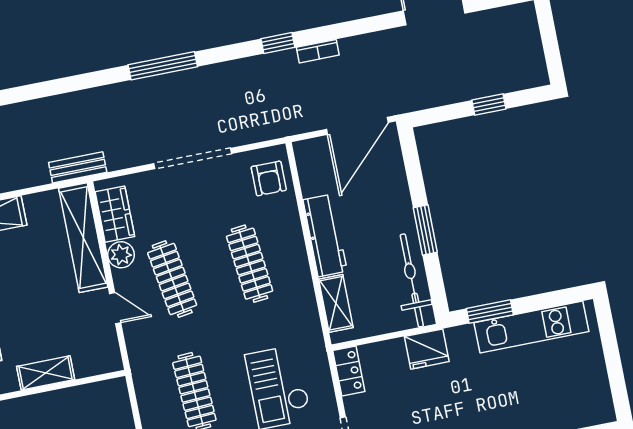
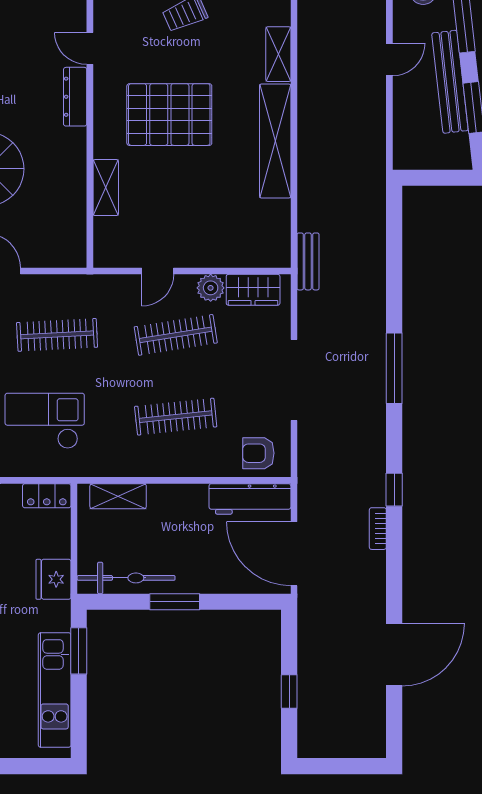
workbench: (325, 236) -> (250, 499), moved
shelving: (83, 238) -> (236, 253), removed

